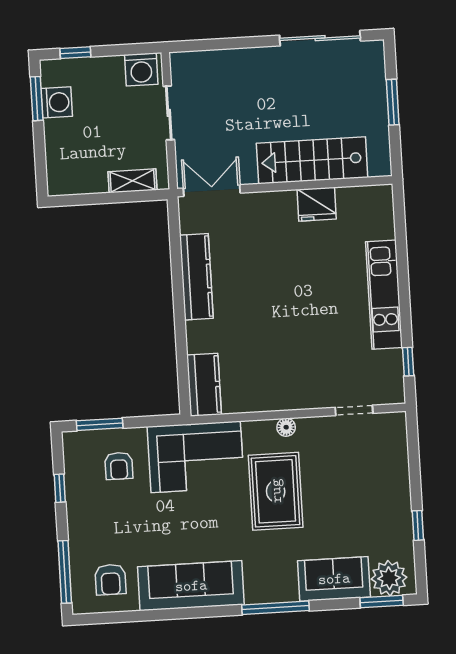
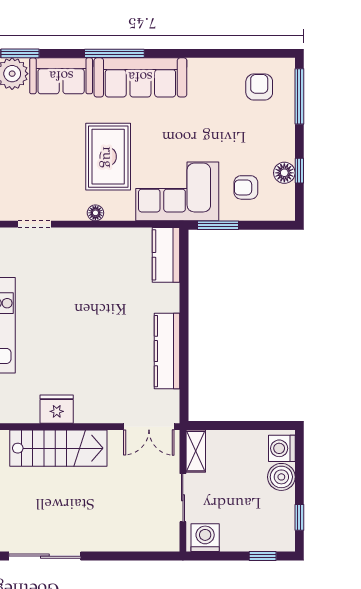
window: (37, 99) -> (299, 517), width x0.67
washing machine: (57, 102) -> (282, 448), moved
boiler: (60, 143) -> (281, 477), added
shelving: (132, 181) -> (196, 451), moved, turned 90
window: (100, 424) -> (218, 225), moved
armchair: (119, 466) -> (246, 187), turned -90
floor lamp: (77, 485) -> (284, 173), added
sofa: (191, 586) -> (140, 77), moved

